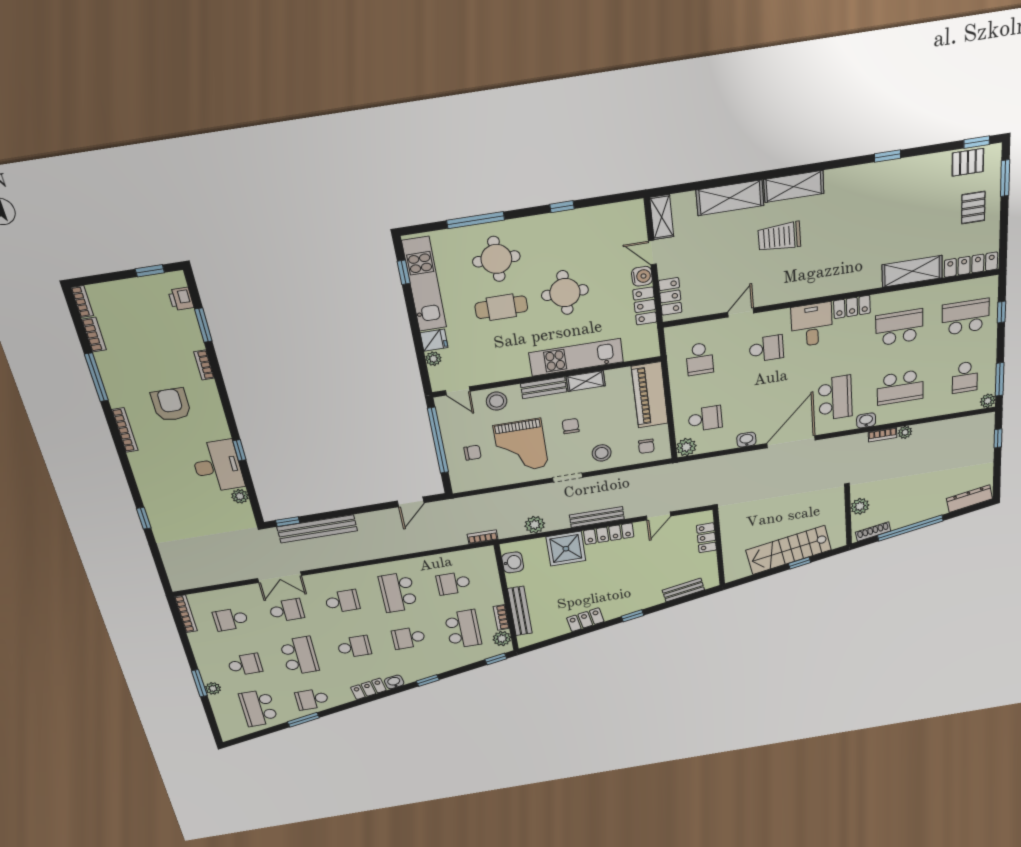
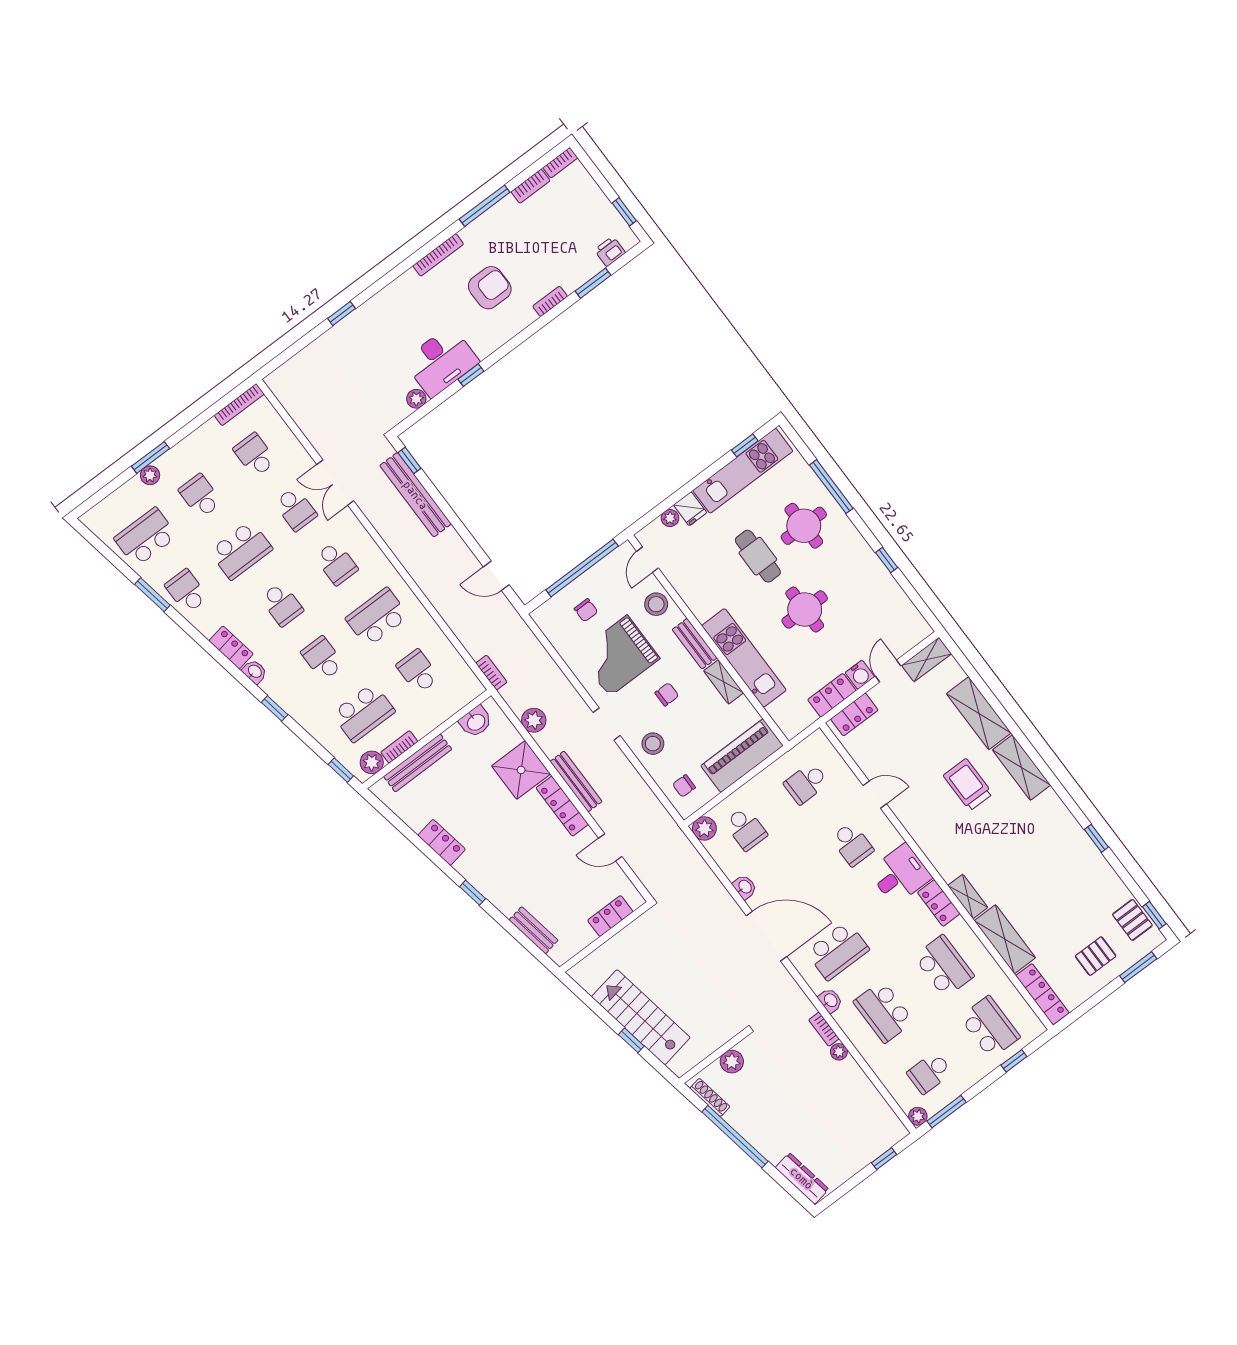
shelving: (862, 283) -> (968, 896), added
school desk: (245, 665) -> (200, 496), turned 180

